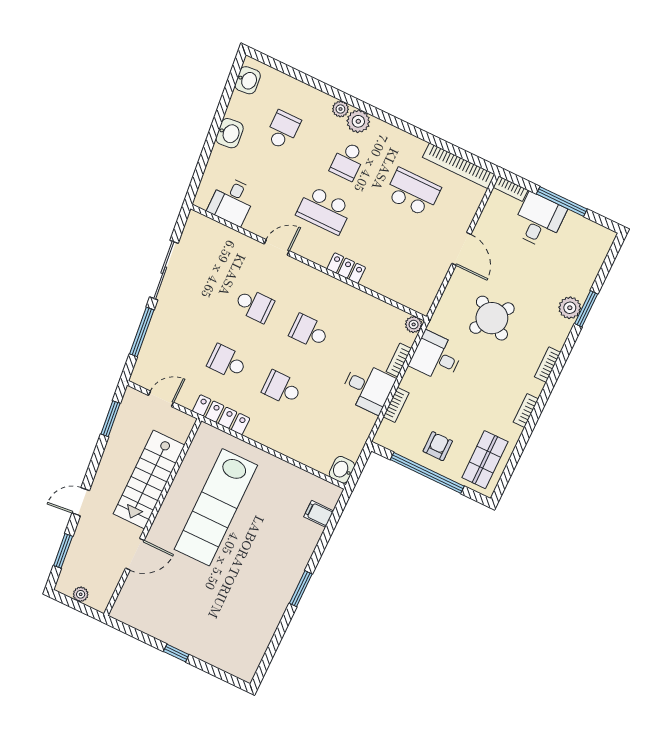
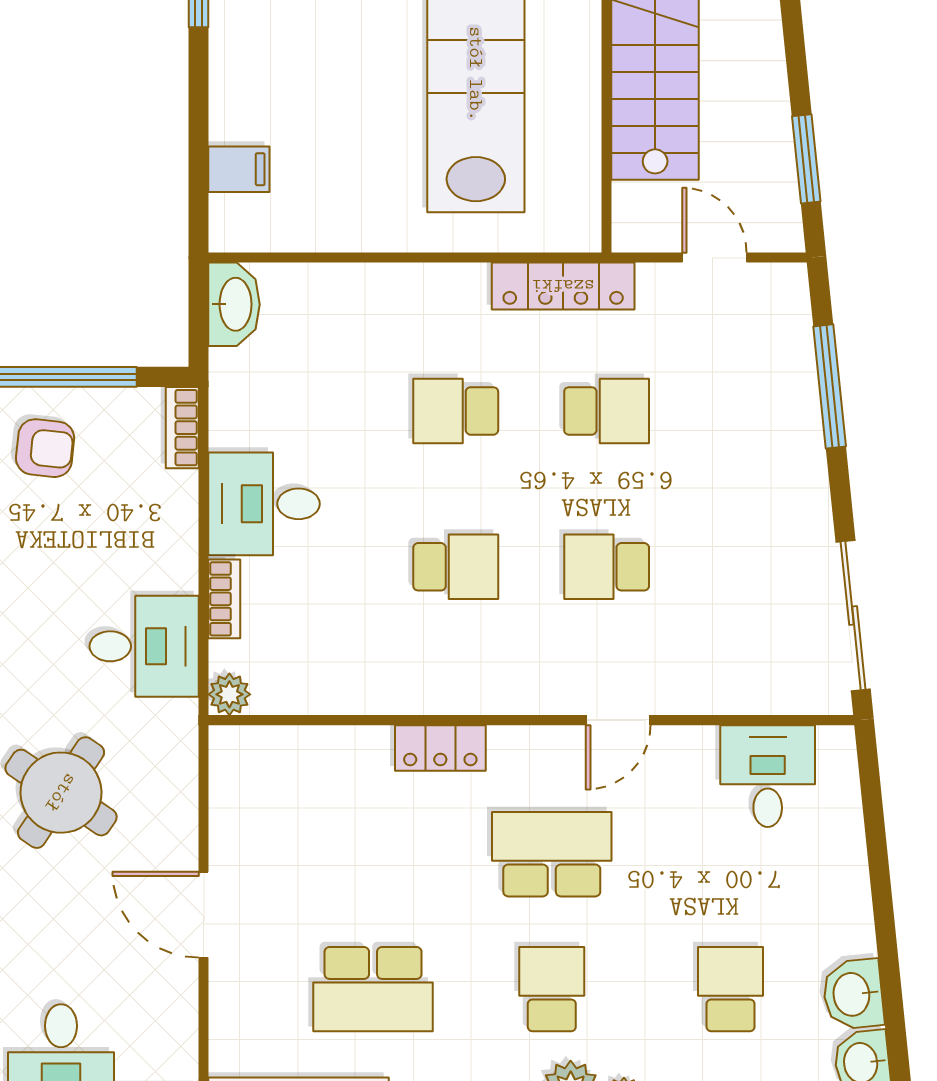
school desk: (283, 130) -> (731, 989), turned 180
washbasin: (230, 133) -> (853, 994), moved
sliding door: (164, 270) -> (853, 615), moved
school desk: (282, 388) -> (456, 411), turned 180
door: (161, 399) -> (714, 258), swing flipped
bookcase: (396, 405) -> (182, 428), moved
armchair: (438, 446) -> (45, 448), turned -84
washbasin: (342, 470) -> (234, 304), width x1.38

